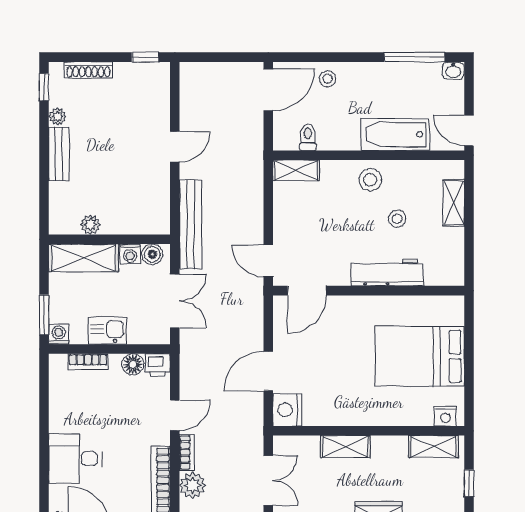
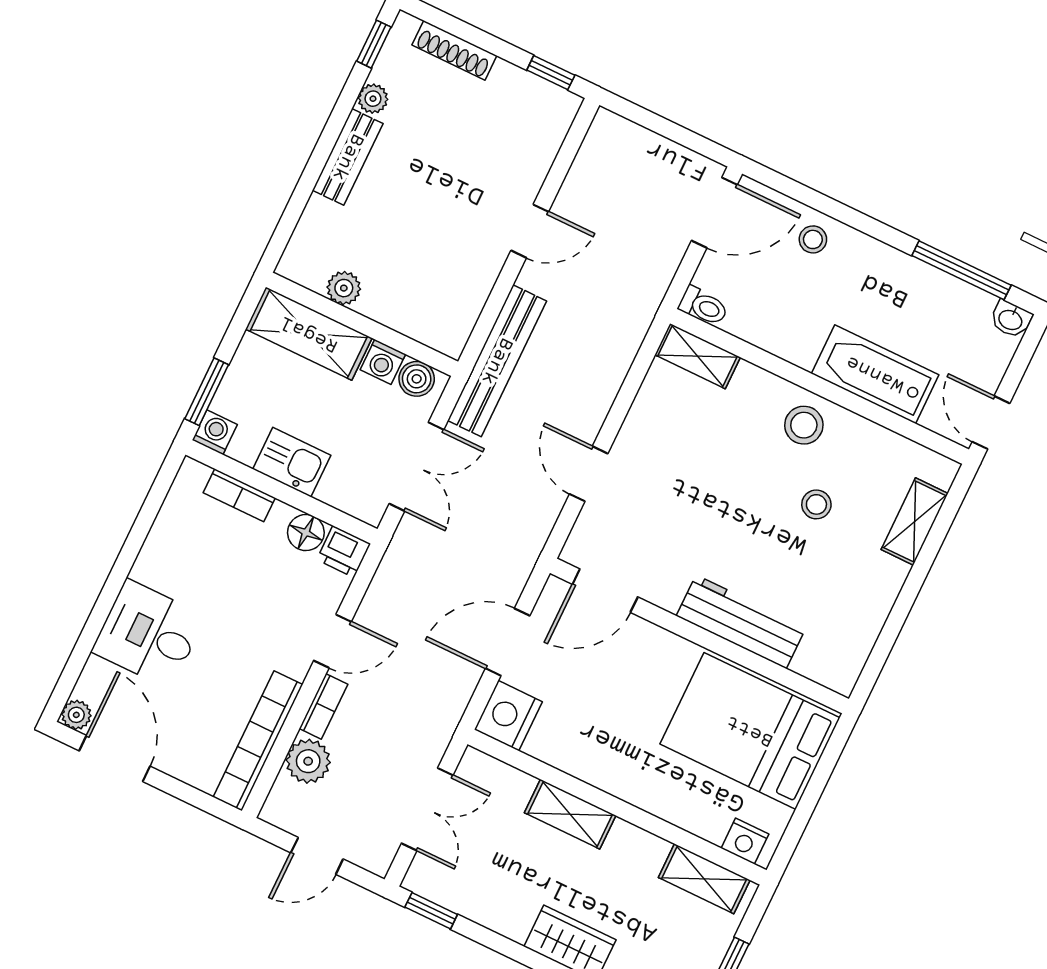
toilet: (308, 137) -> (703, 306), moved, turned 90
workbench: (387, 272) -> (741, 622), moved
door: (307, 291) -> (605, 591), moved
wall: (369, 291) -> (699, 636), moved

